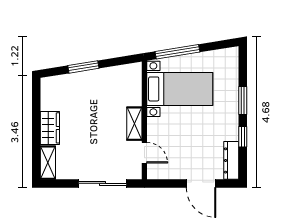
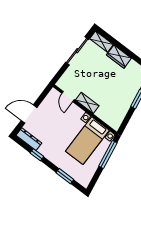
window: (243, 100) -> (65, 176), moved
door: (144, 153) -> (68, 97), hinge flipped
sliding door: (103, 183) -> (77, 51), moved

